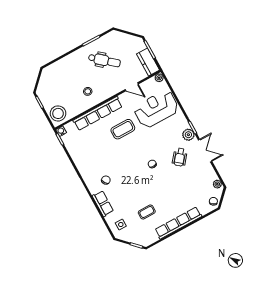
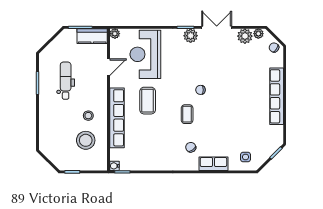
dental chair: (104, 60) -> (66, 81), turned -41
stool: (58, 113) -> (86, 140), moved
wheelchair: (180, 157) -> (209, 57), removed
plant: (210, 175) -> (245, 36), added
coffee table: (147, 212) -> (187, 114), moved

